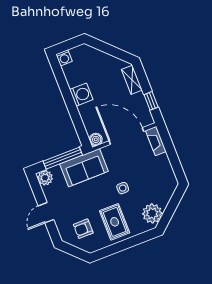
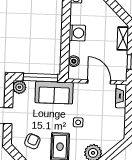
door: (126, 136) -> (99, 82), width x0.73
boiler: (96, 139) -> (74, 61), moved
armchair: (83, 229) -> (32, 141), turned 111

